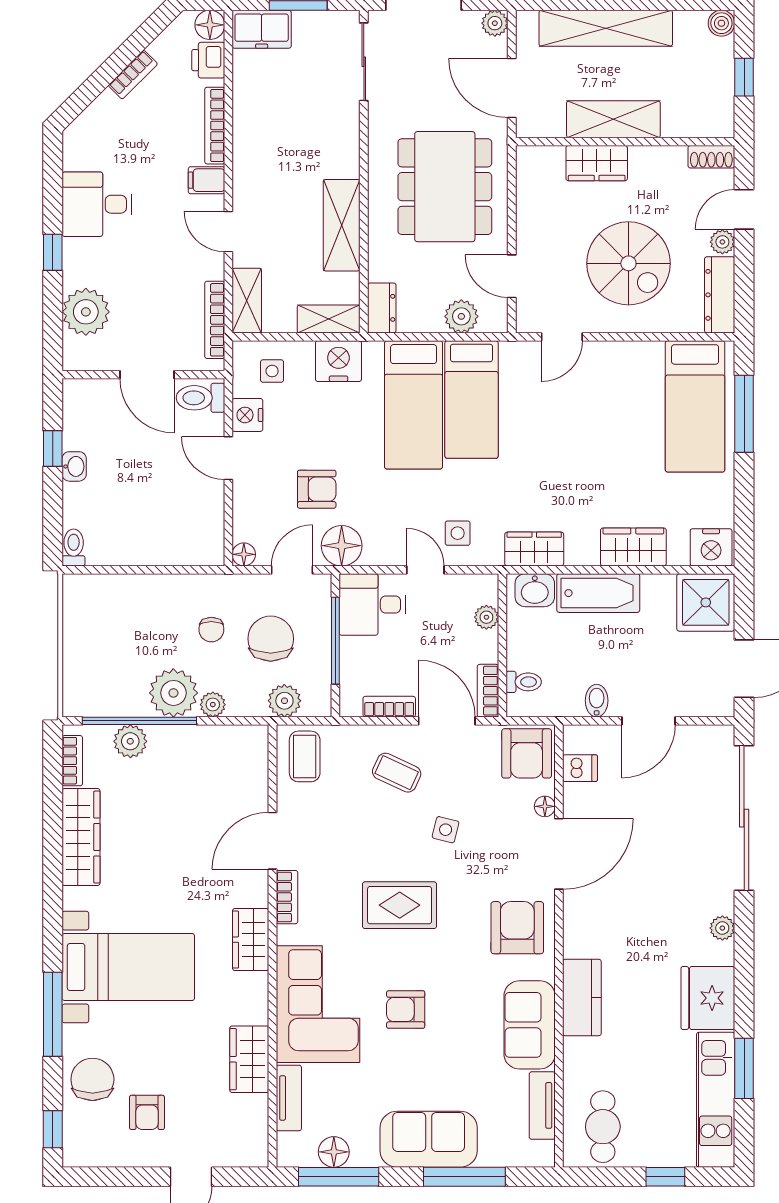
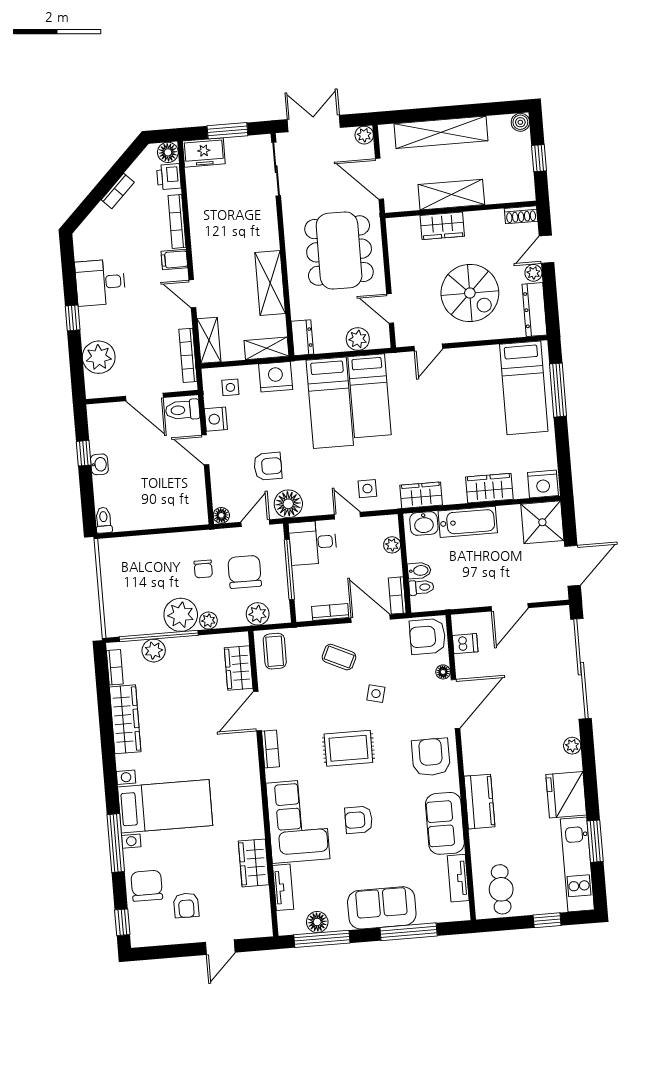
bidet: (597, 701) -> (419, 571), moved, turned 90
armchair: (527, 753) -> (427, 636), turned 90
wardrobe: (251, 940) -> (239, 668), moved

